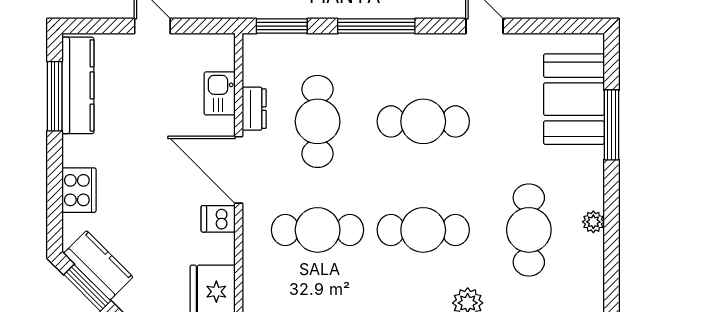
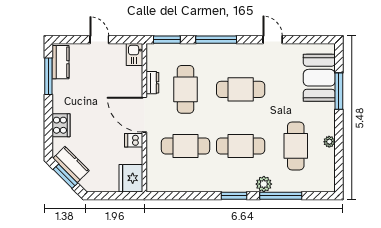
kitchen counter: (78, 85) -> (60, 62), width x0.67
kitchen sink: (220, 93) -> (134, 55), moved

